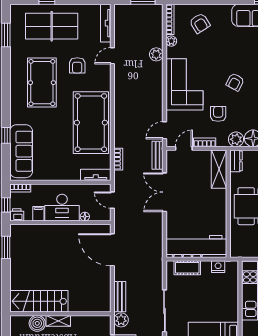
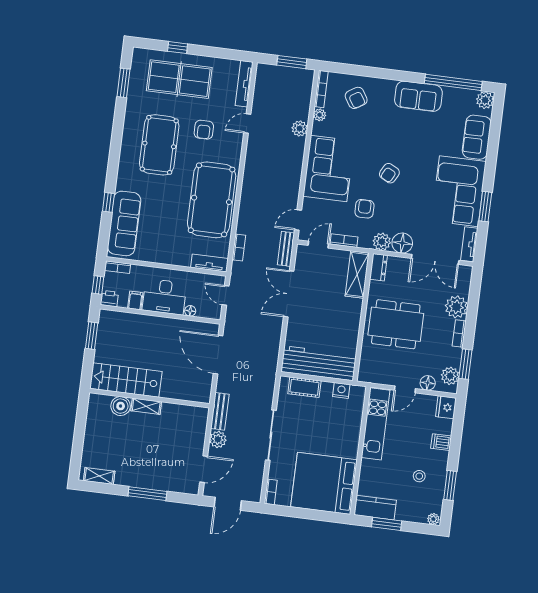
stairs: (39, 301) -> (126, 380), moved
wall: (60, 314) -> (150, 398), moved
shelving: (58, 321) -> (146, 406), moved
boiler: (37, 323) -> (121, 406), moved

